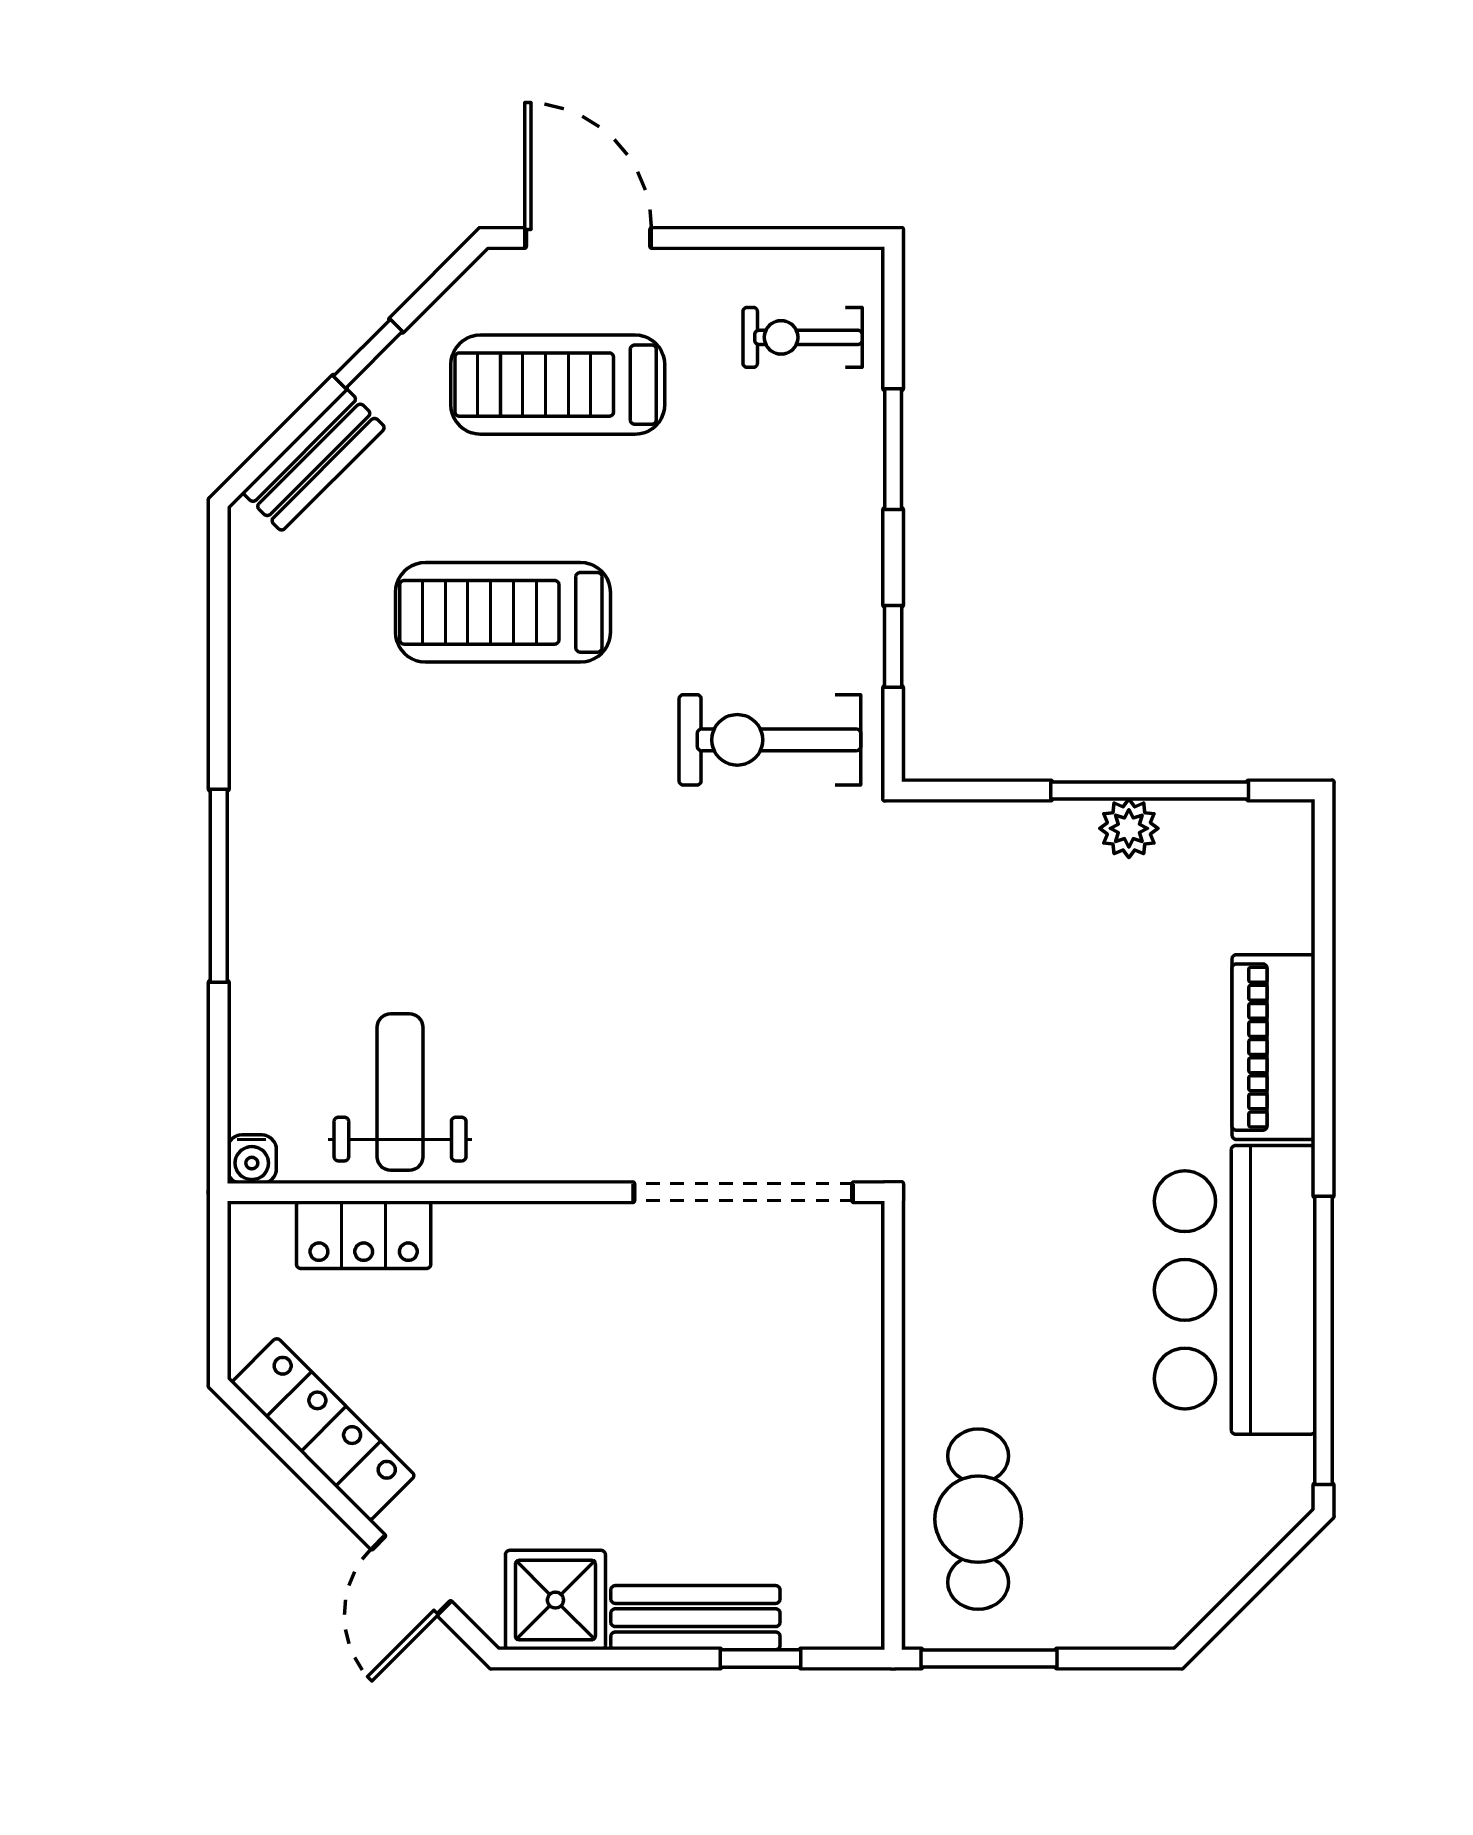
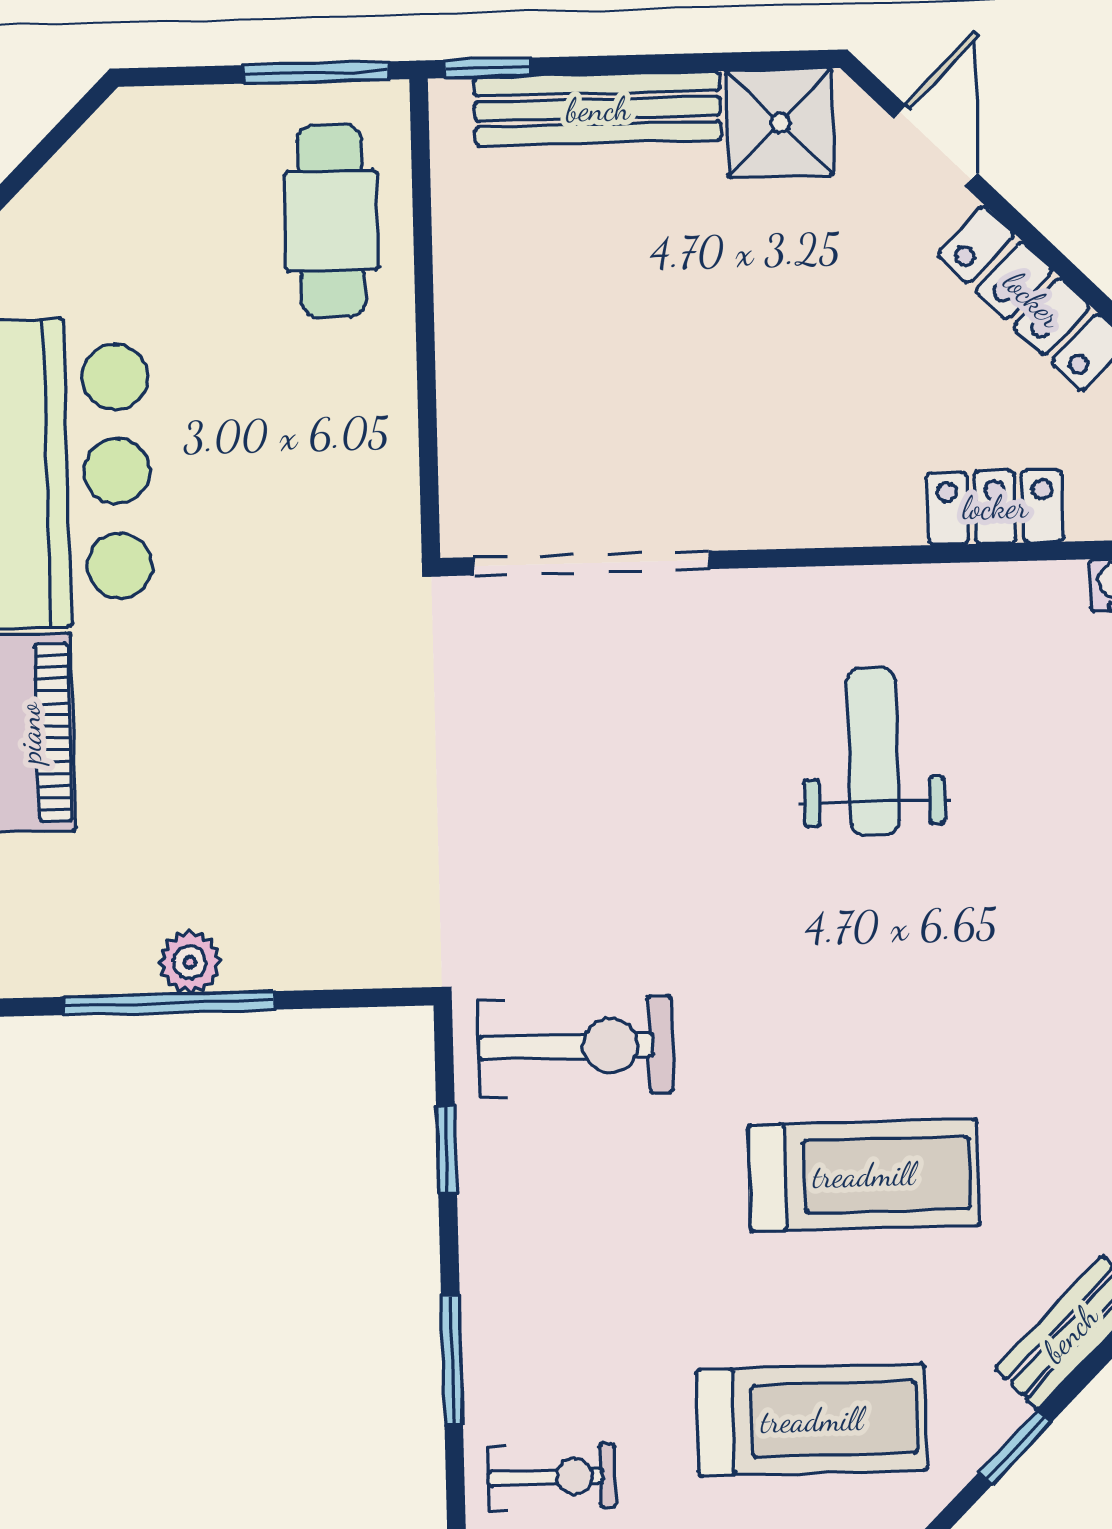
weight bench: (400, 1092) -> (873, 751), moved, turned 180
bench: (695, 1618) -> (598, 109), width x1.36
window: (761, 1659) -> (488, 68), moved

